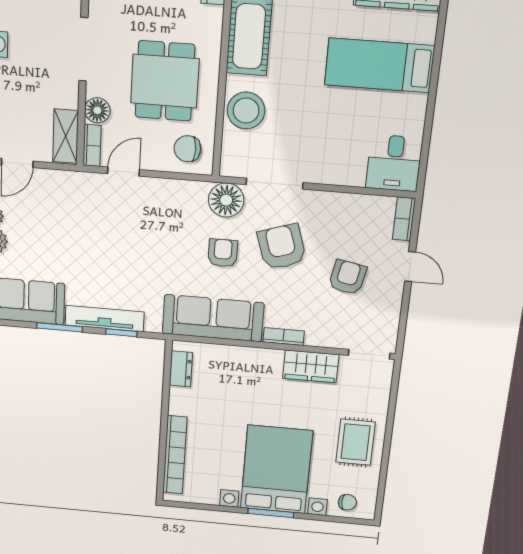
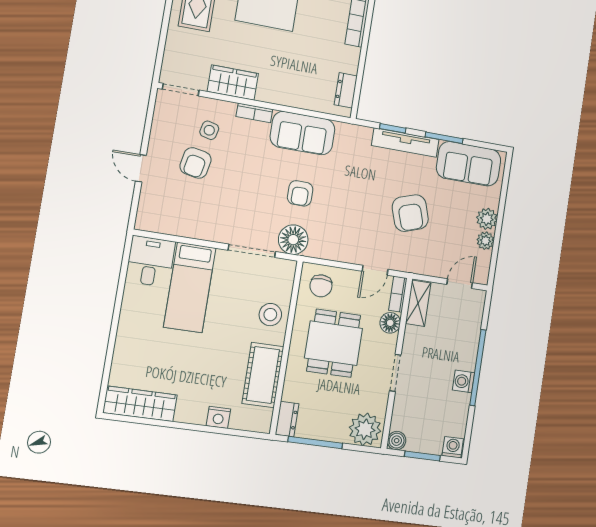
doorway: (83, 49) -> (395, 373), width x0.73
bed: (379, 65) -> (190, 287), moved, turned 90
stool: (246, 111) -> (270, 315), width x0.73, depth x0.73
chair: (187, 149) -> (321, 286), turned 90
bookcase: (404, 219) -> (144, 212), removed
armchair: (282, 247) -> (410, 213), moved
side table: (334, 314) -> (209, 130), added
sofa: (213, 318) -> (303, 133), width x0.73

